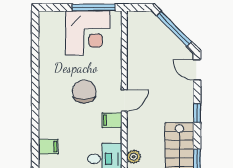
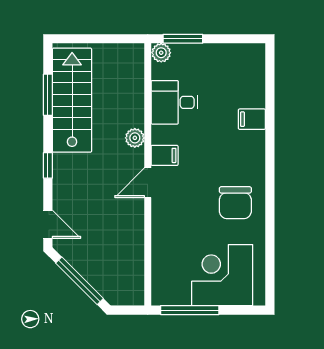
corner desk: (88, 33) -> (222, 275), moved
chair: (84, 92) -> (235, 203), moved
plant: (134, 157) -> (135, 138), moved

